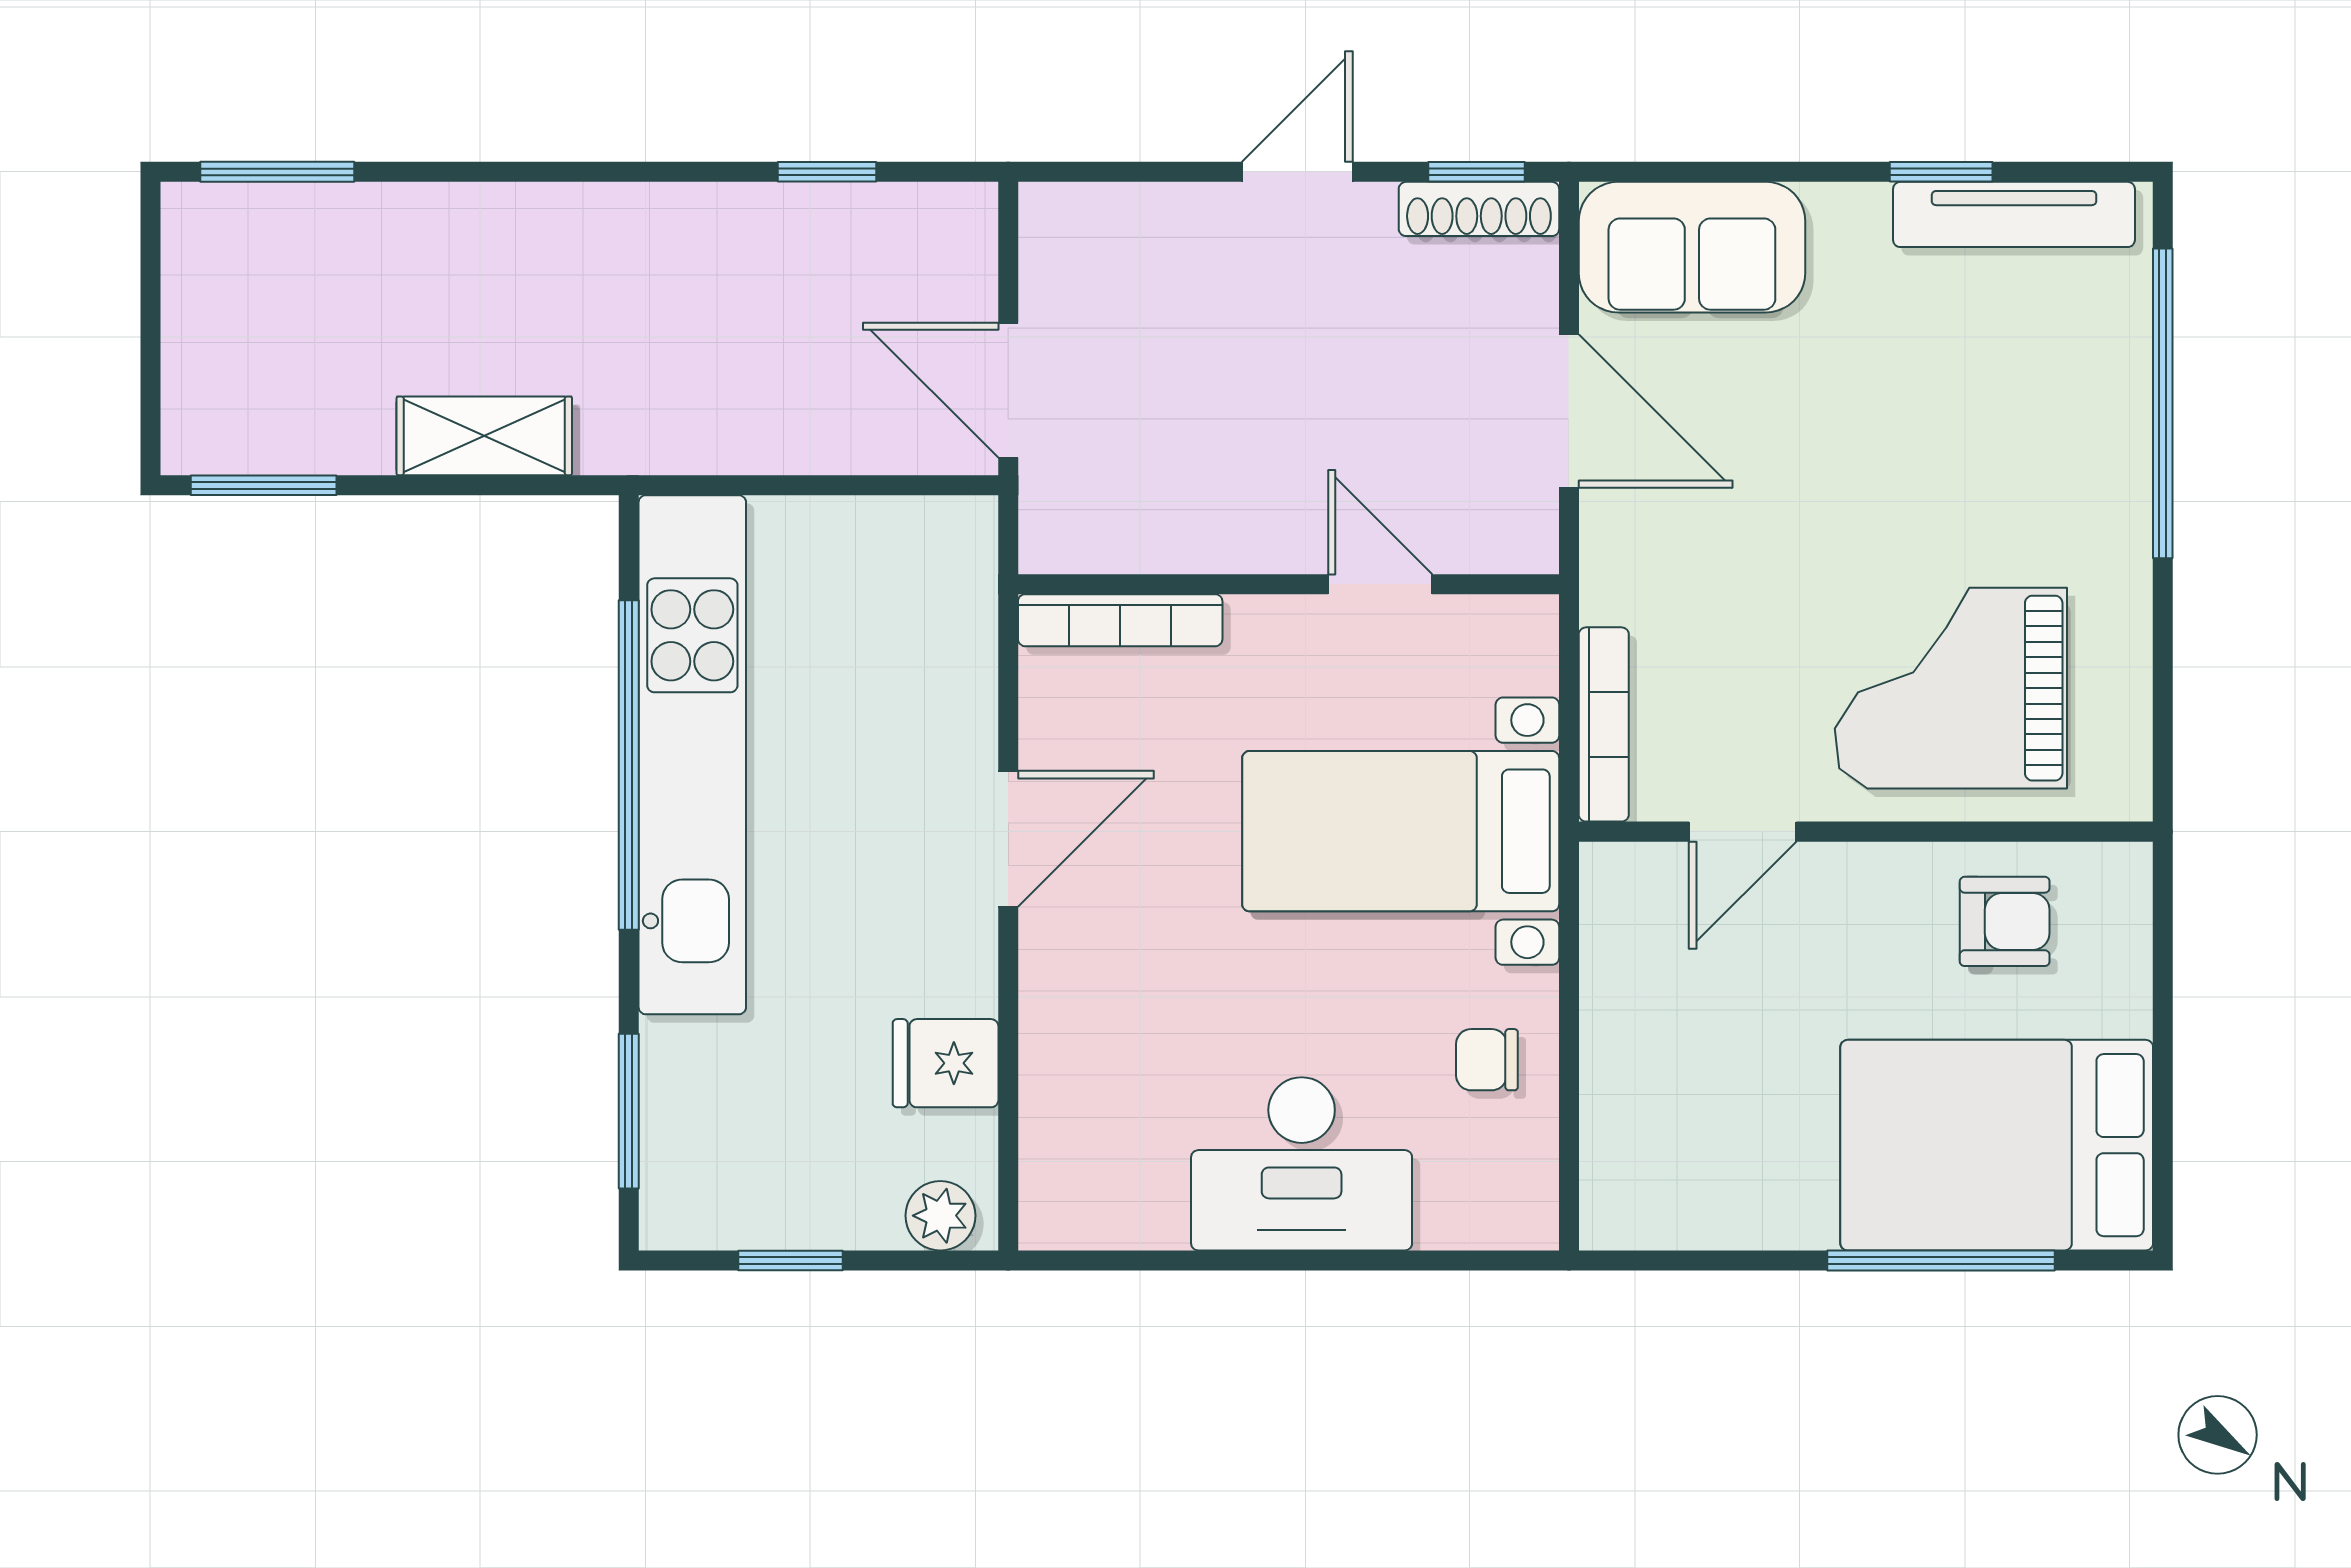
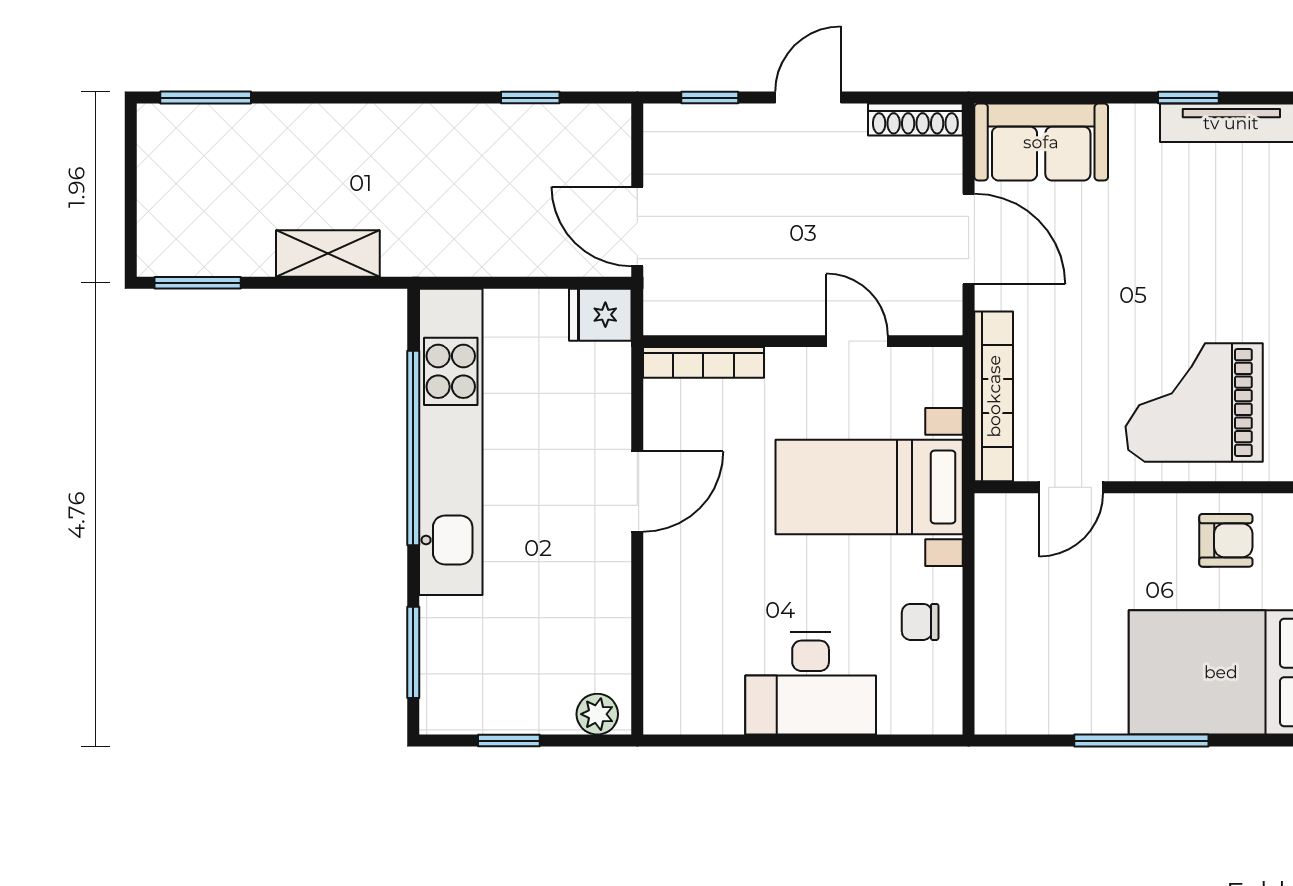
window: (1477, 172) -> (710, 98), moved
bookcase: (1604, 724) -> (994, 396), width x1.48, depth x1.31
fridge: (946, 1063) -> (600, 315), moved
window: (1941, 1260) -> (1141, 741), moved

